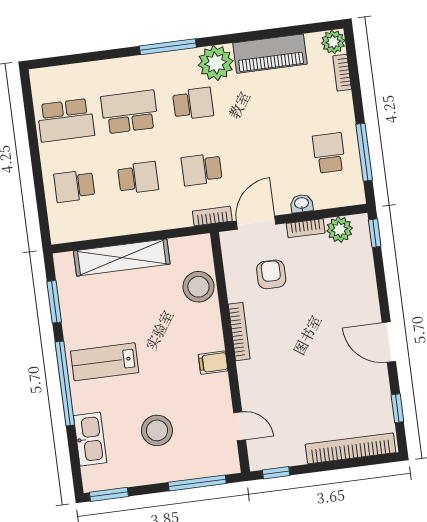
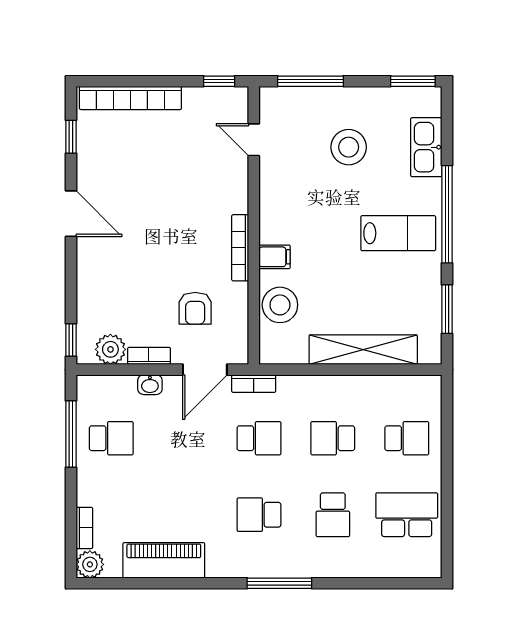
plant: (216, 63) -> (227, 558), removed
school desk: (129, 112) -> (333, 515), width x0.54
school desk: (329, 153) -> (111, 438), turned -90
filing cabinet: (213, 363) -> (275, 257), moved

